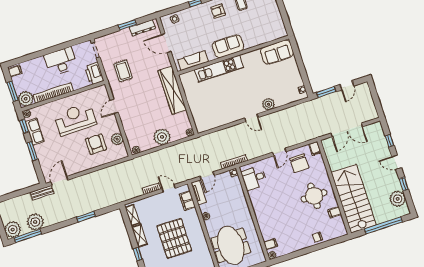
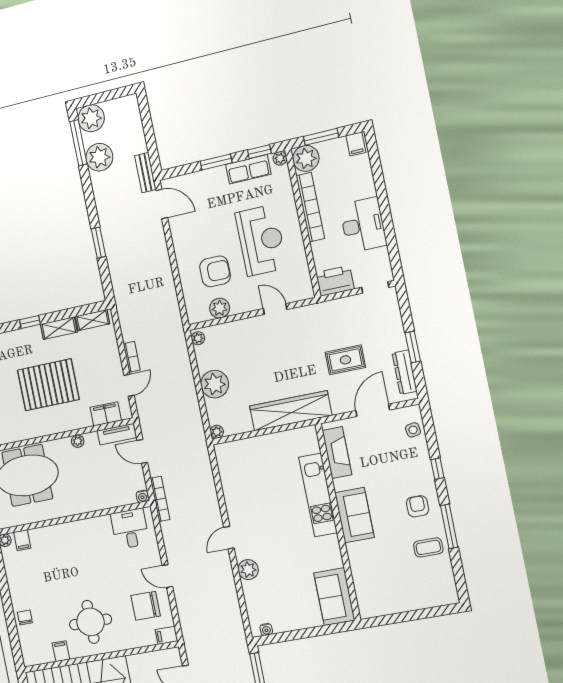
rug: (123, 71) -> (345, 360), moved

